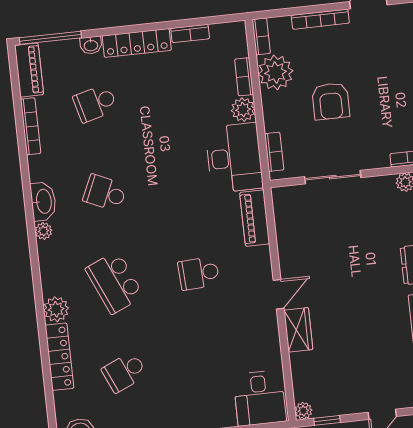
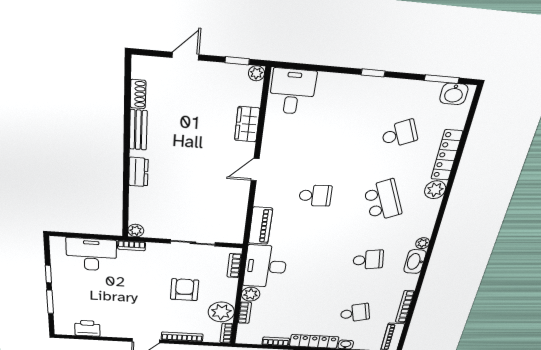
school desk: (105, 193) -> (368, 260), turned -33
wardrobe: (298, 330) -> (247, 124), moved

